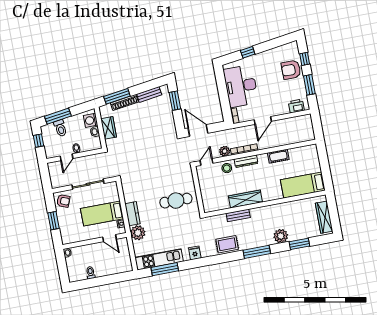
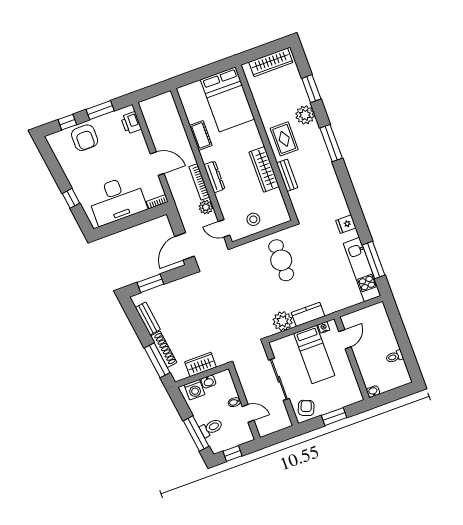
stool: (227, 168) -> (253, 219), moved
bed: (303, 185) -> (227, 99), width x1.50
plant: (138, 233) -> (283, 321), moved
rug: (227, 244) -> (284, 139), moved

